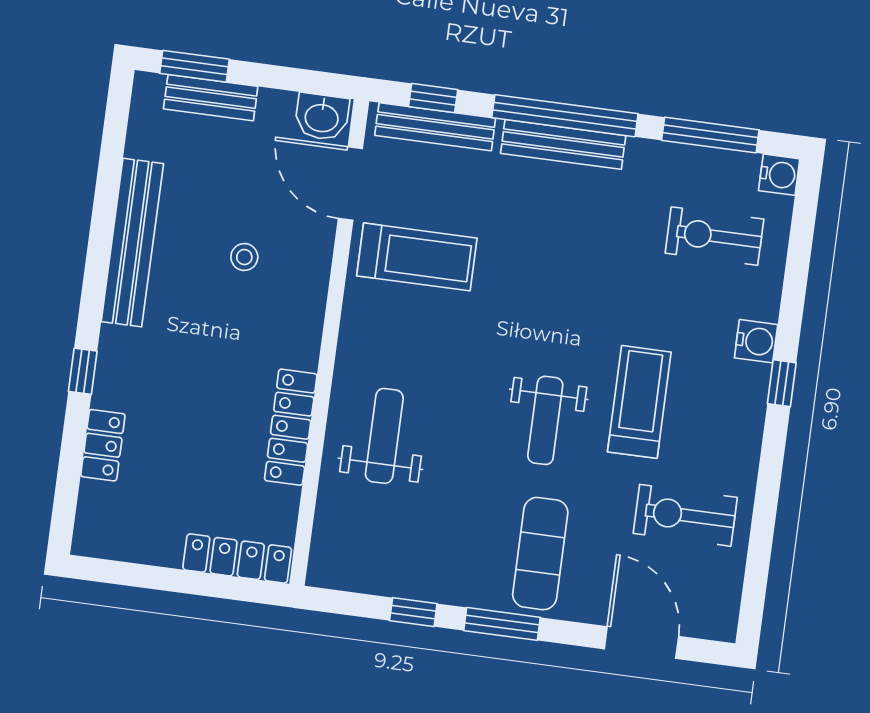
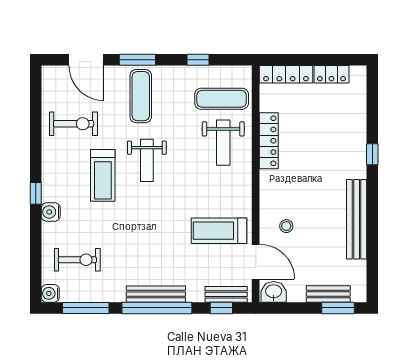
bench: (435, 127) -> (226, 294), width x0.73
stool: (244, 257) -> (286, 226), moved
weight bench: (545, 420) -> (147, 160), turned 180
locker: (103, 445) -> (331, 74), moved, turned -90
exercise mat: (376, 526) -> (222, 99), added
window: (502, 624) -> (137, 60), moved

